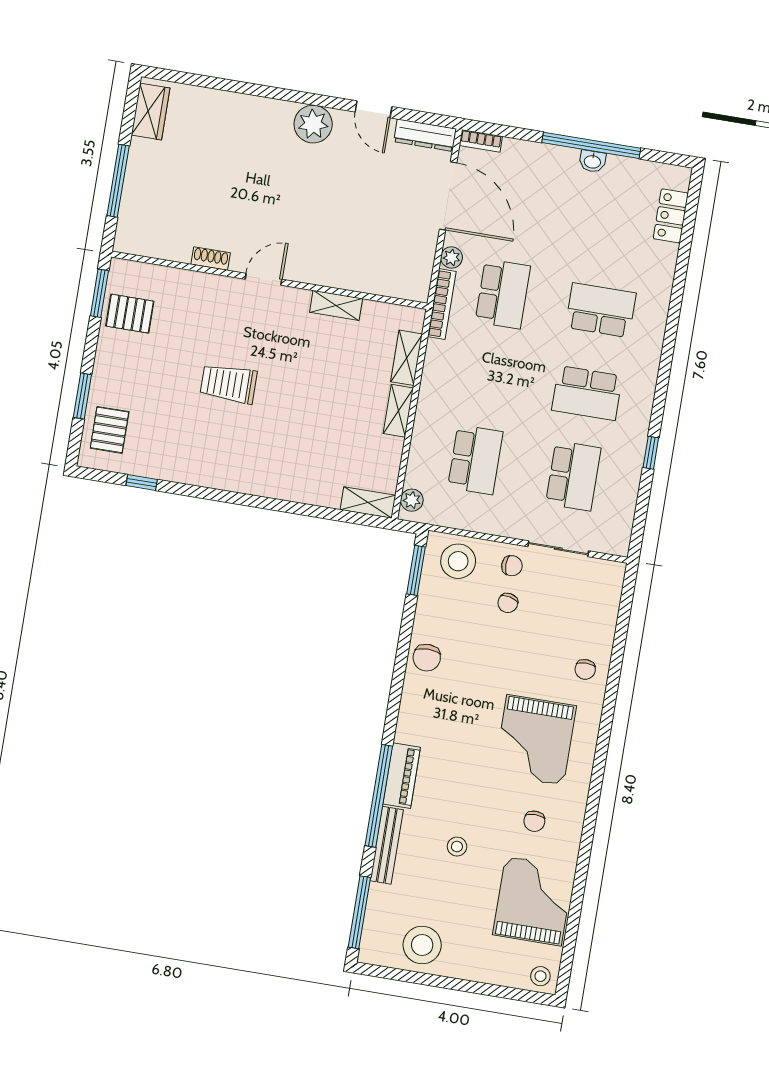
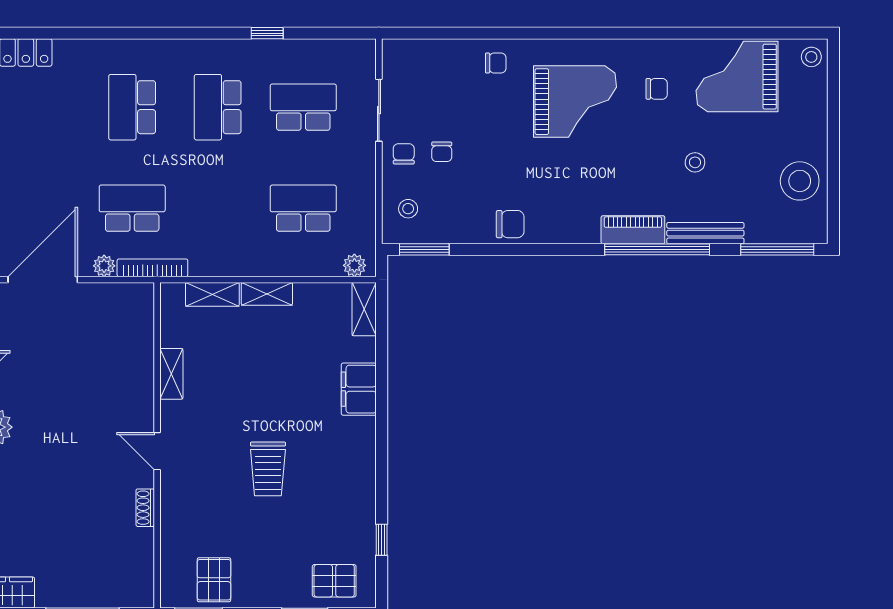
school desk: (587, 393) -> (218, 107), turned 180
filing cabinet: (291, 484) -> (359, 389), added
stool: (458, 561) -> (408, 209), width x0.53, depth x0.53
chair: (508, 603) -> (442, 152), turned 77

